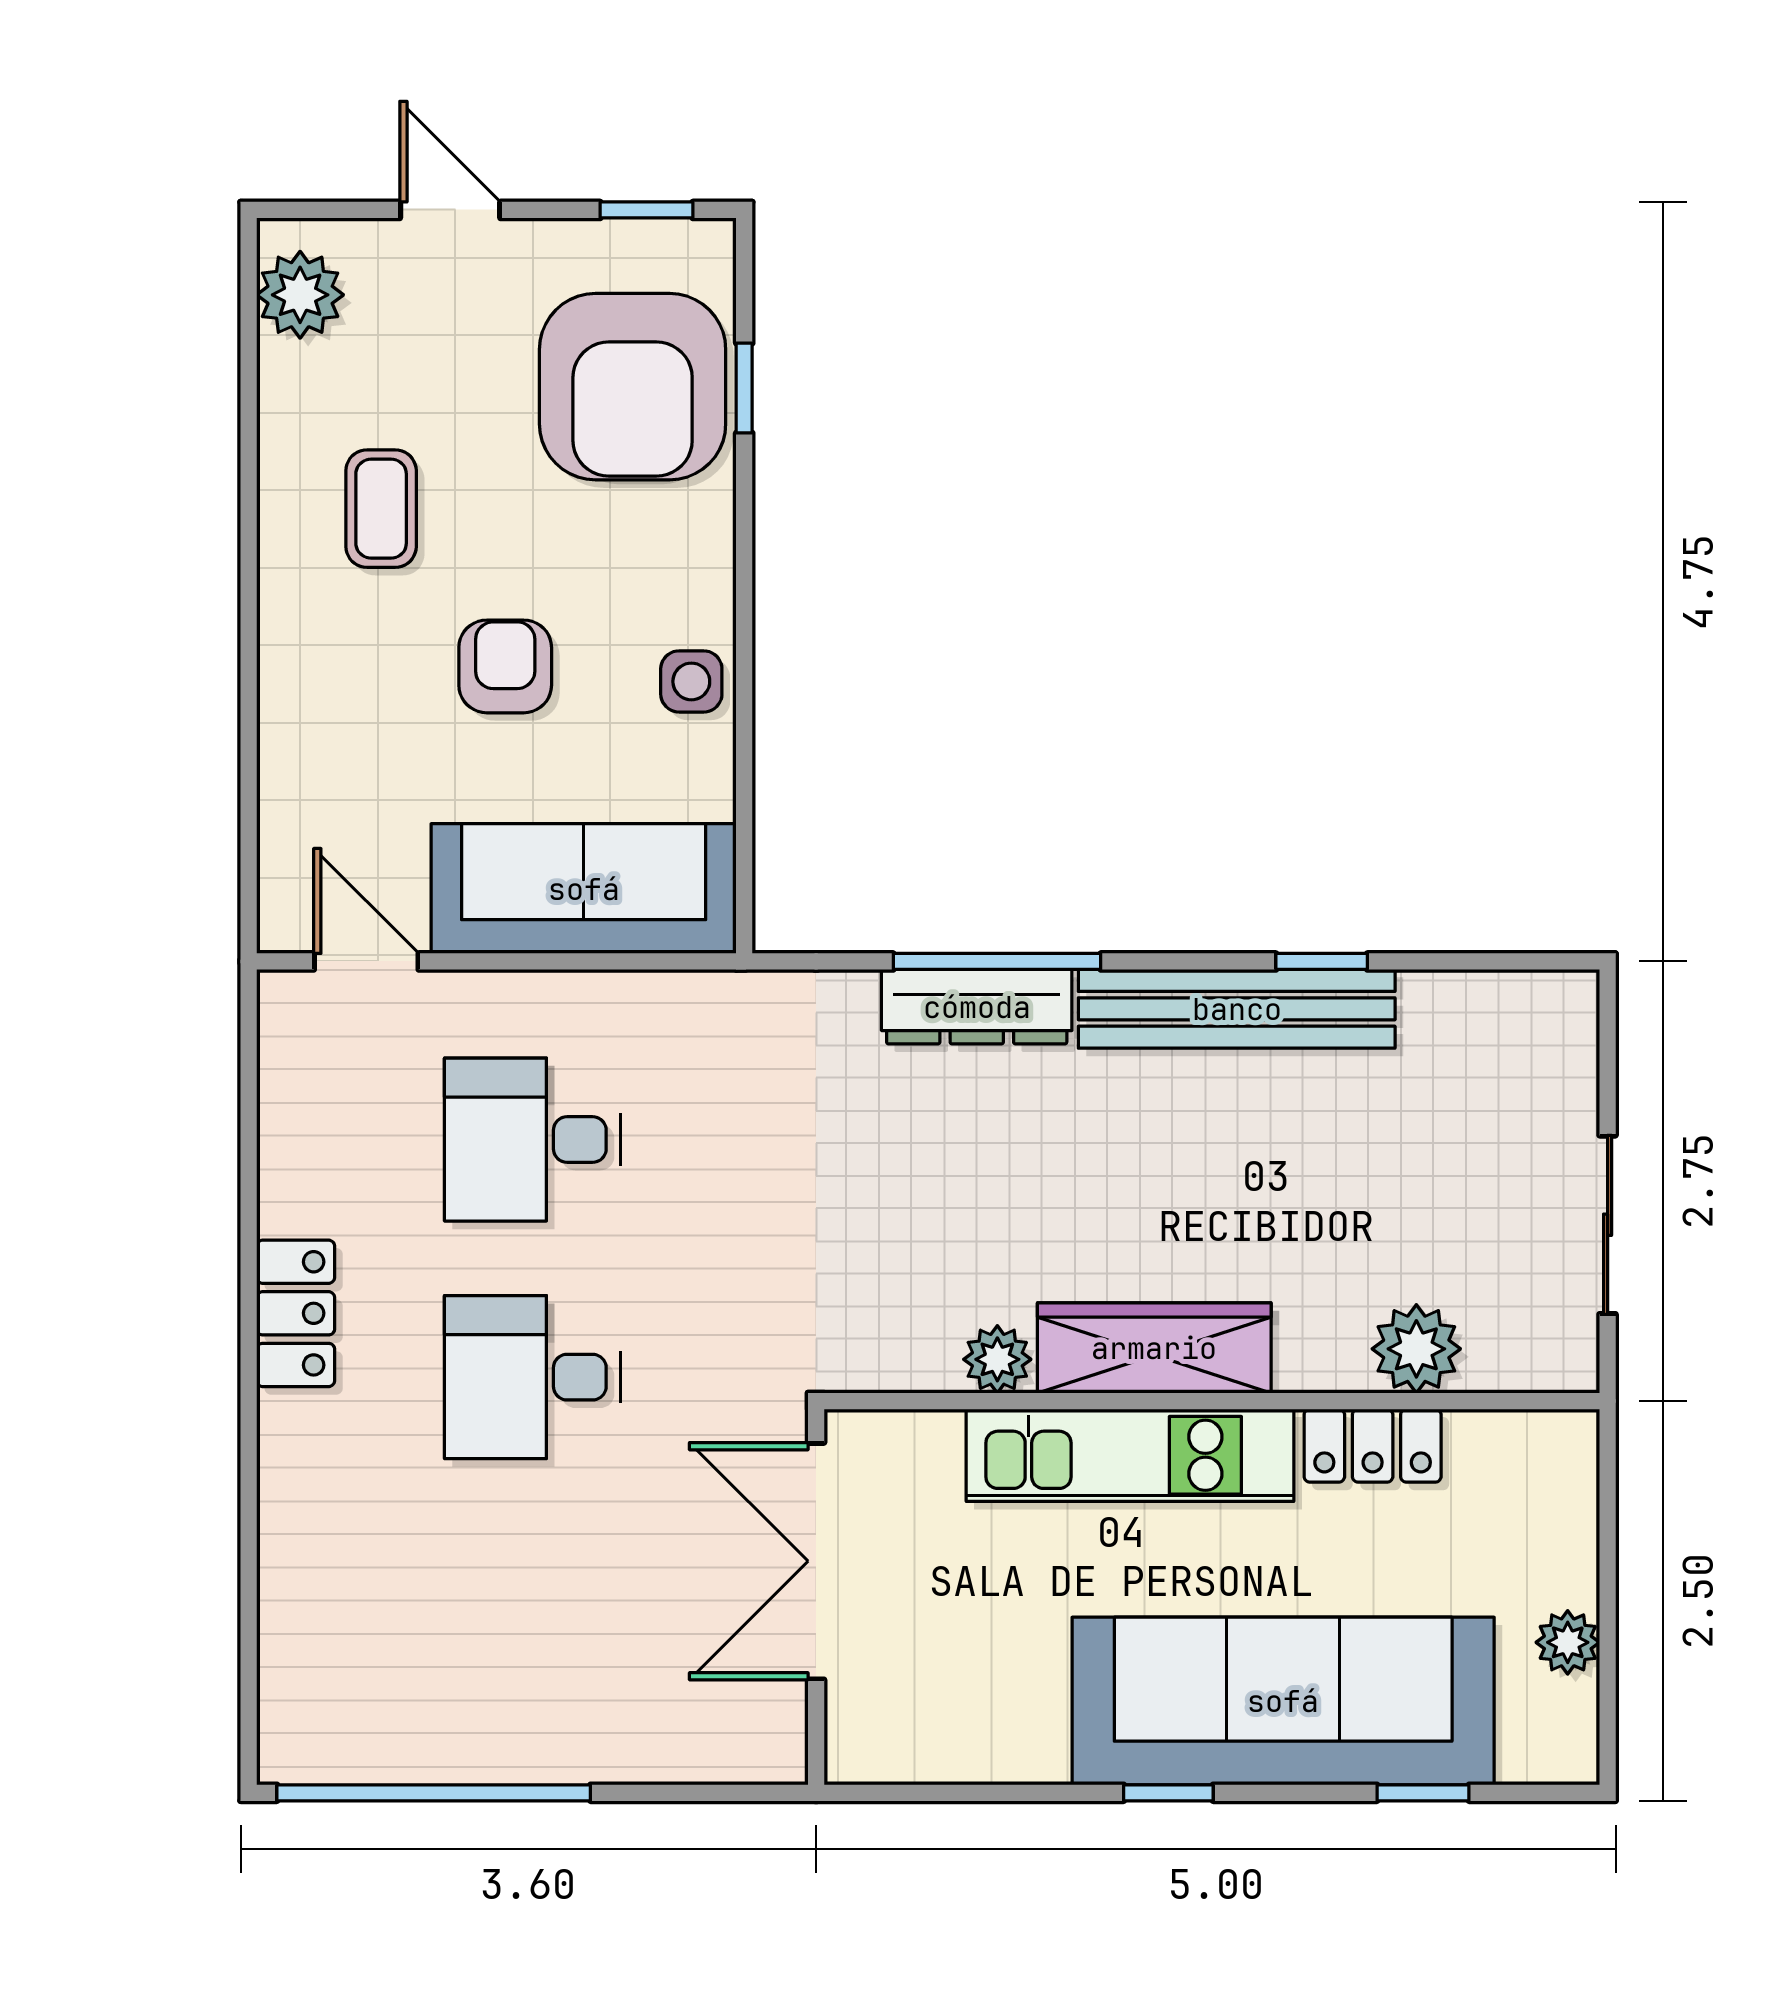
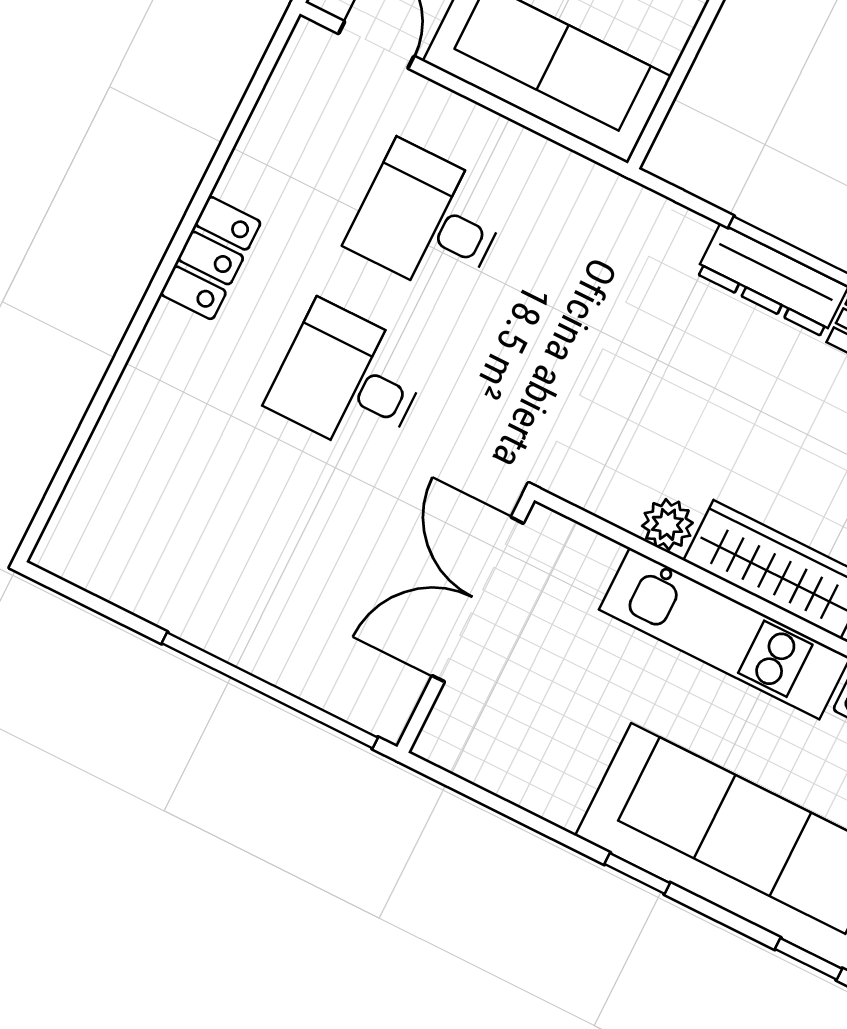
window: (434, 1793) -> (270, 690), moved

